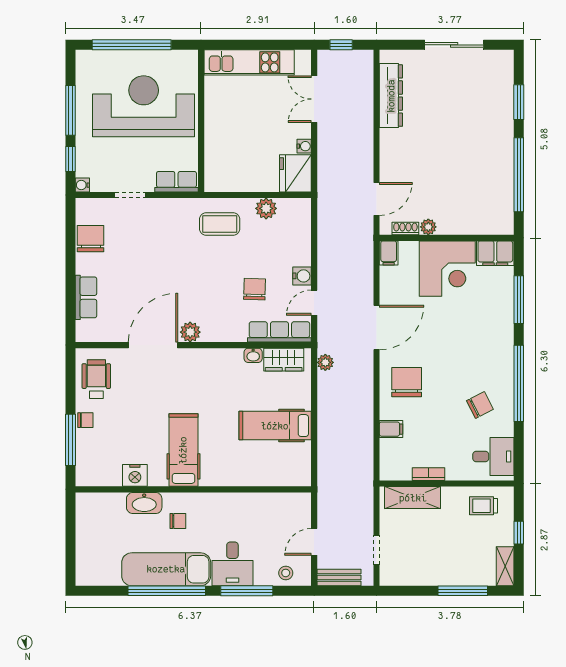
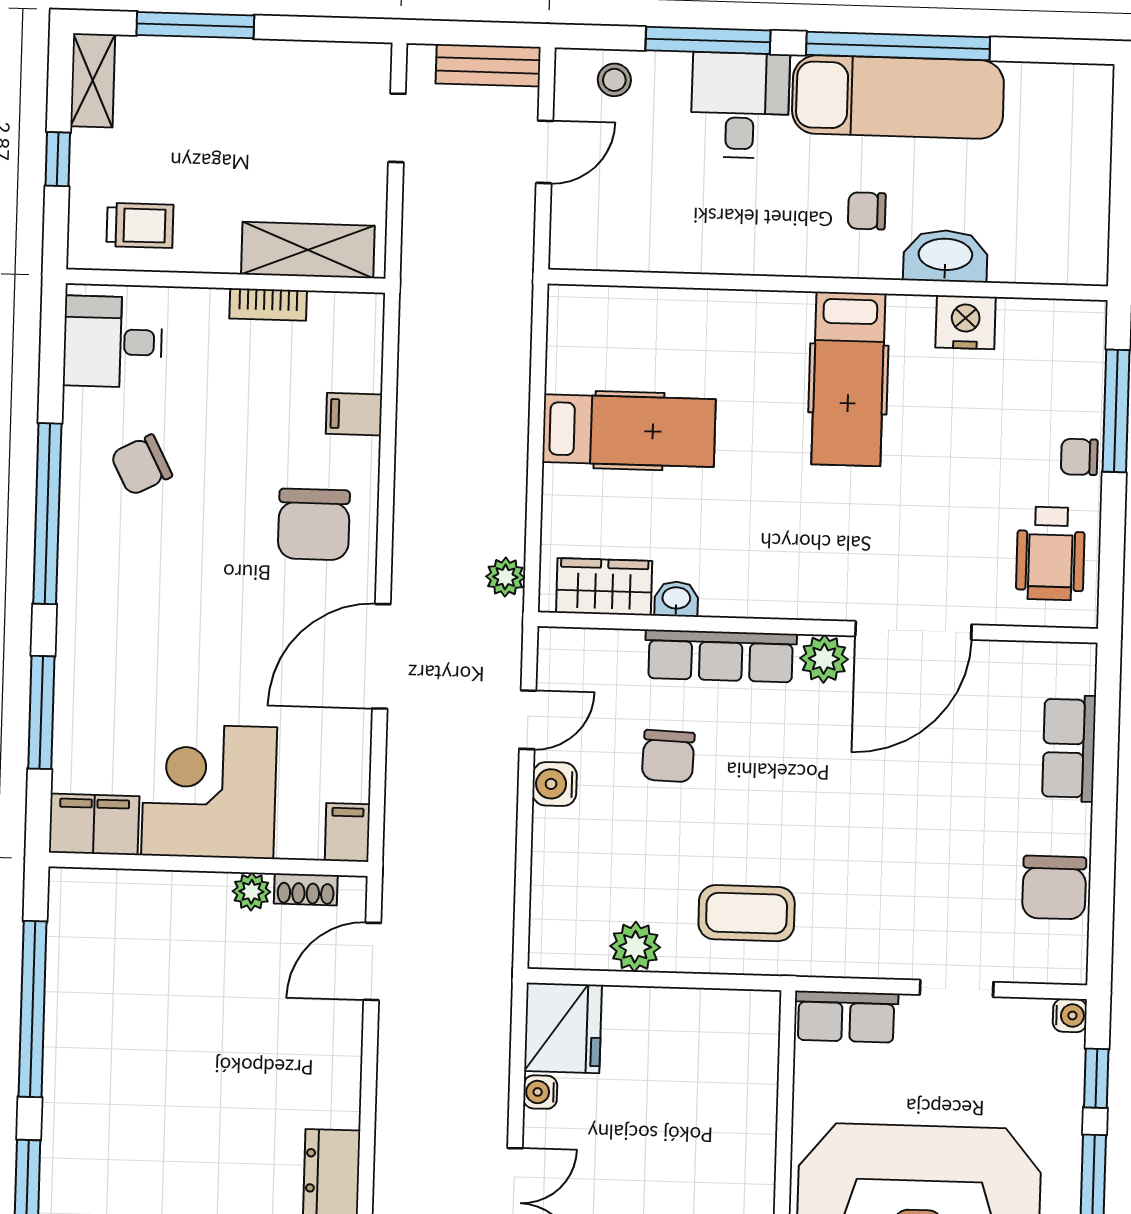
row of seats: (279, 332) -> (721, 656), moved

